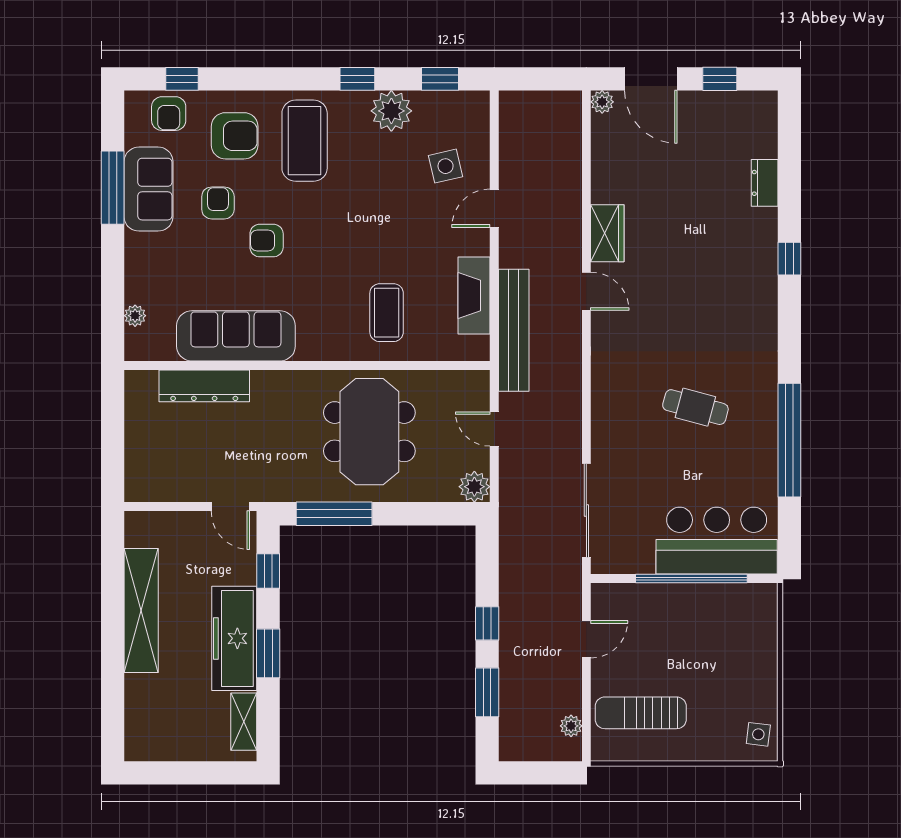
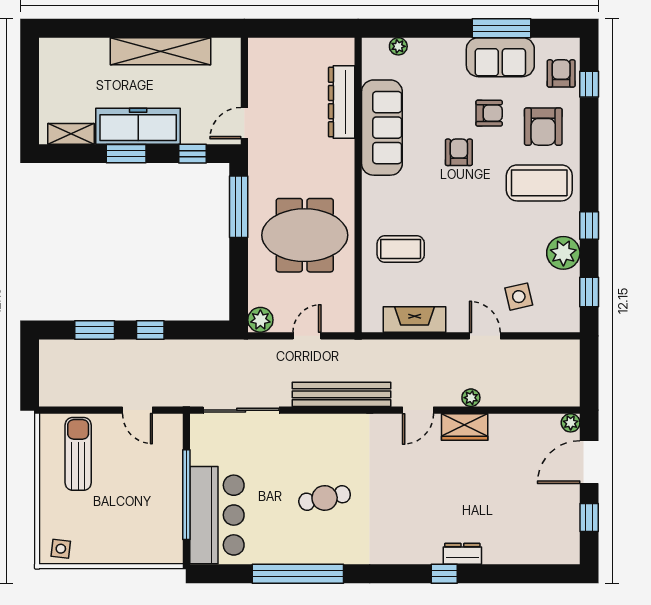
armchair: (169, 114) -> (561, 73), turned 90
dresser: (765, 183) -> (462, 554), moved
bench: (514, 330) -> (341, 394), moved
cafe table: (695, 407) -> (325, 498), turned 63
plant: (571, 726) -> (471, 398), moved

